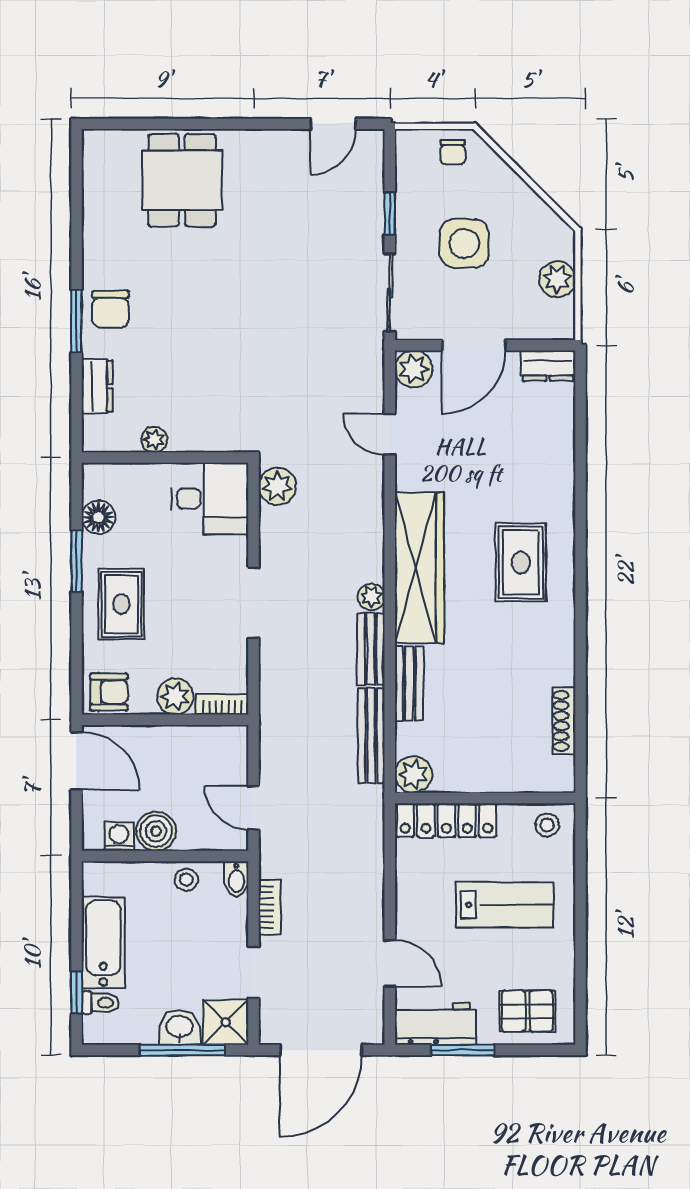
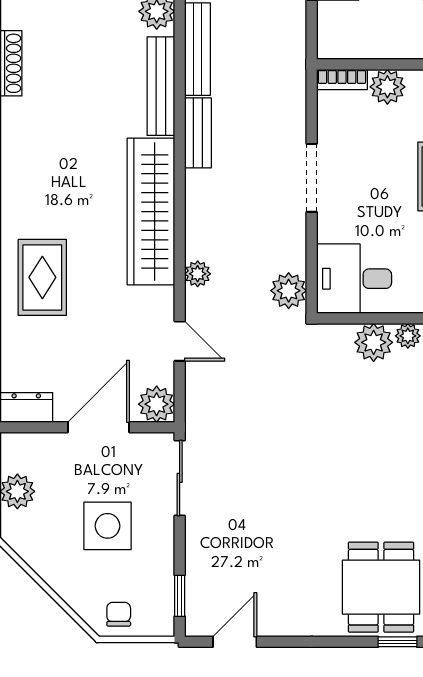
window: (165, 124) -> (398, 642), added
window: (390, 213) -> (180, 596), moved
plant: (190, 433) -> (374, 342), added
rug: (521, 562) -> (42, 277), moved
plant: (371, 597) -> (198, 274), moved
bench: (409, 684) -> (161, 86), width x1.36

